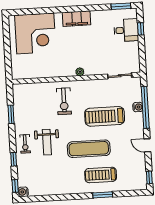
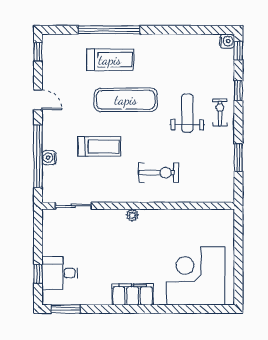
exercise bike: (64, 101) -> (159, 173), turned 90
treadmill: (105, 116) -> (99, 146), width x0.73, depth x0.73
window: (103, 195) -> (109, 30), width x2.11

